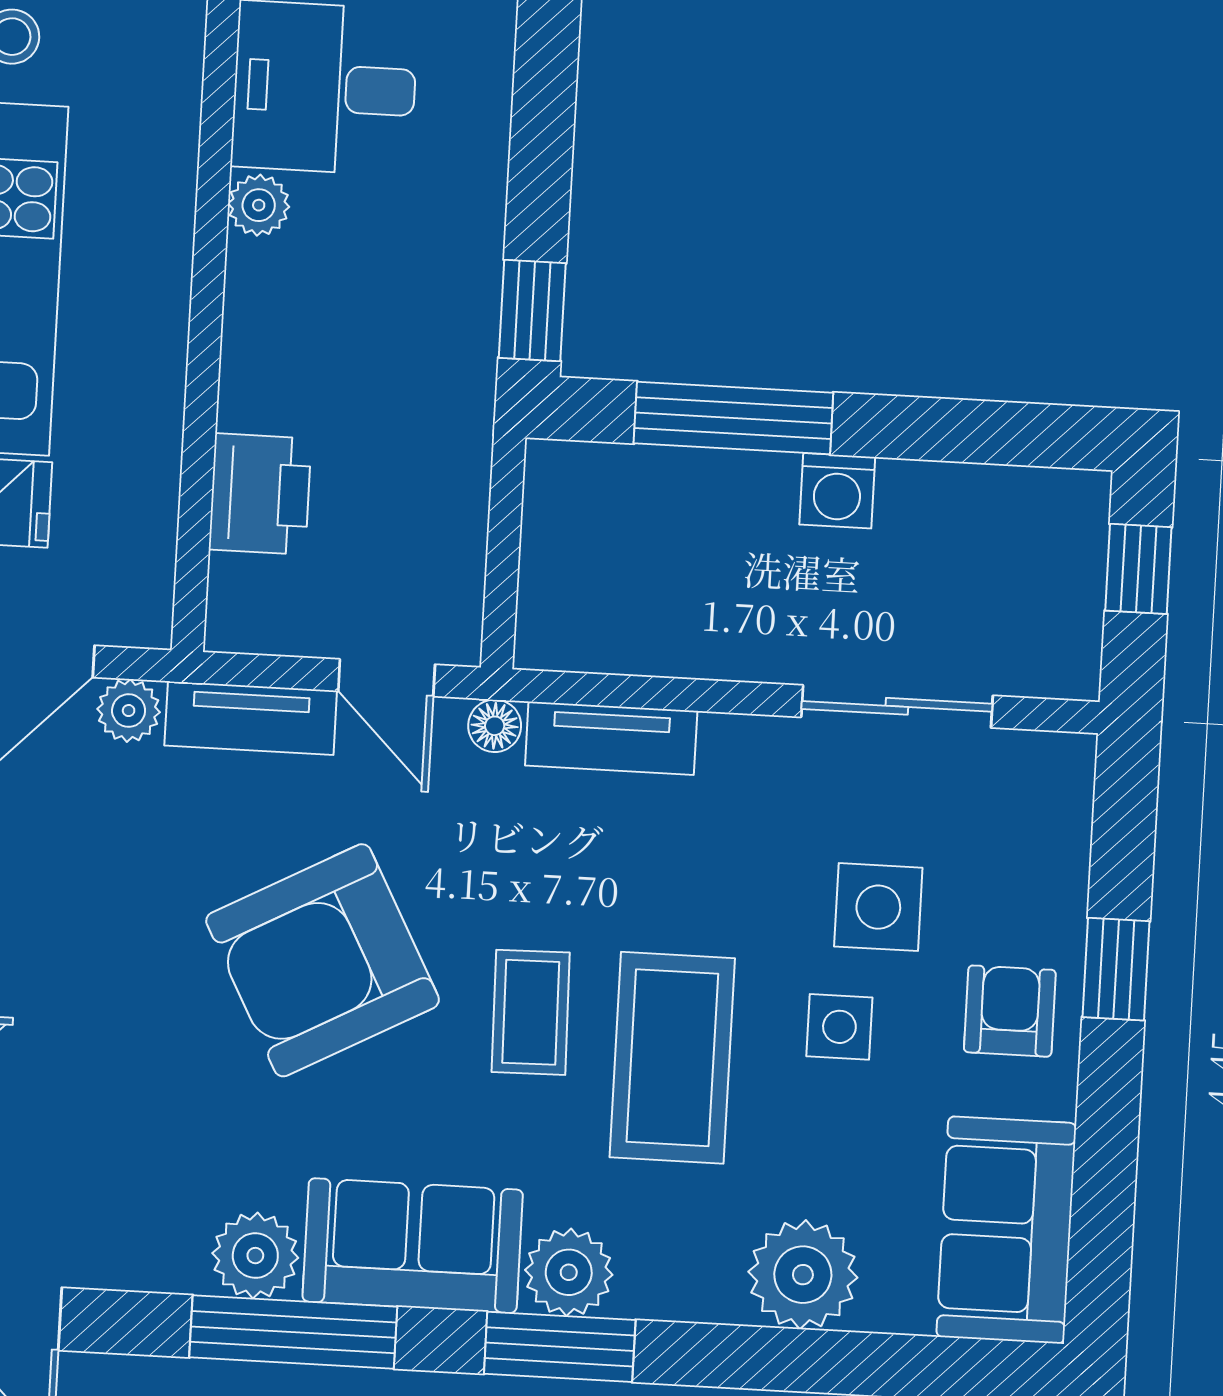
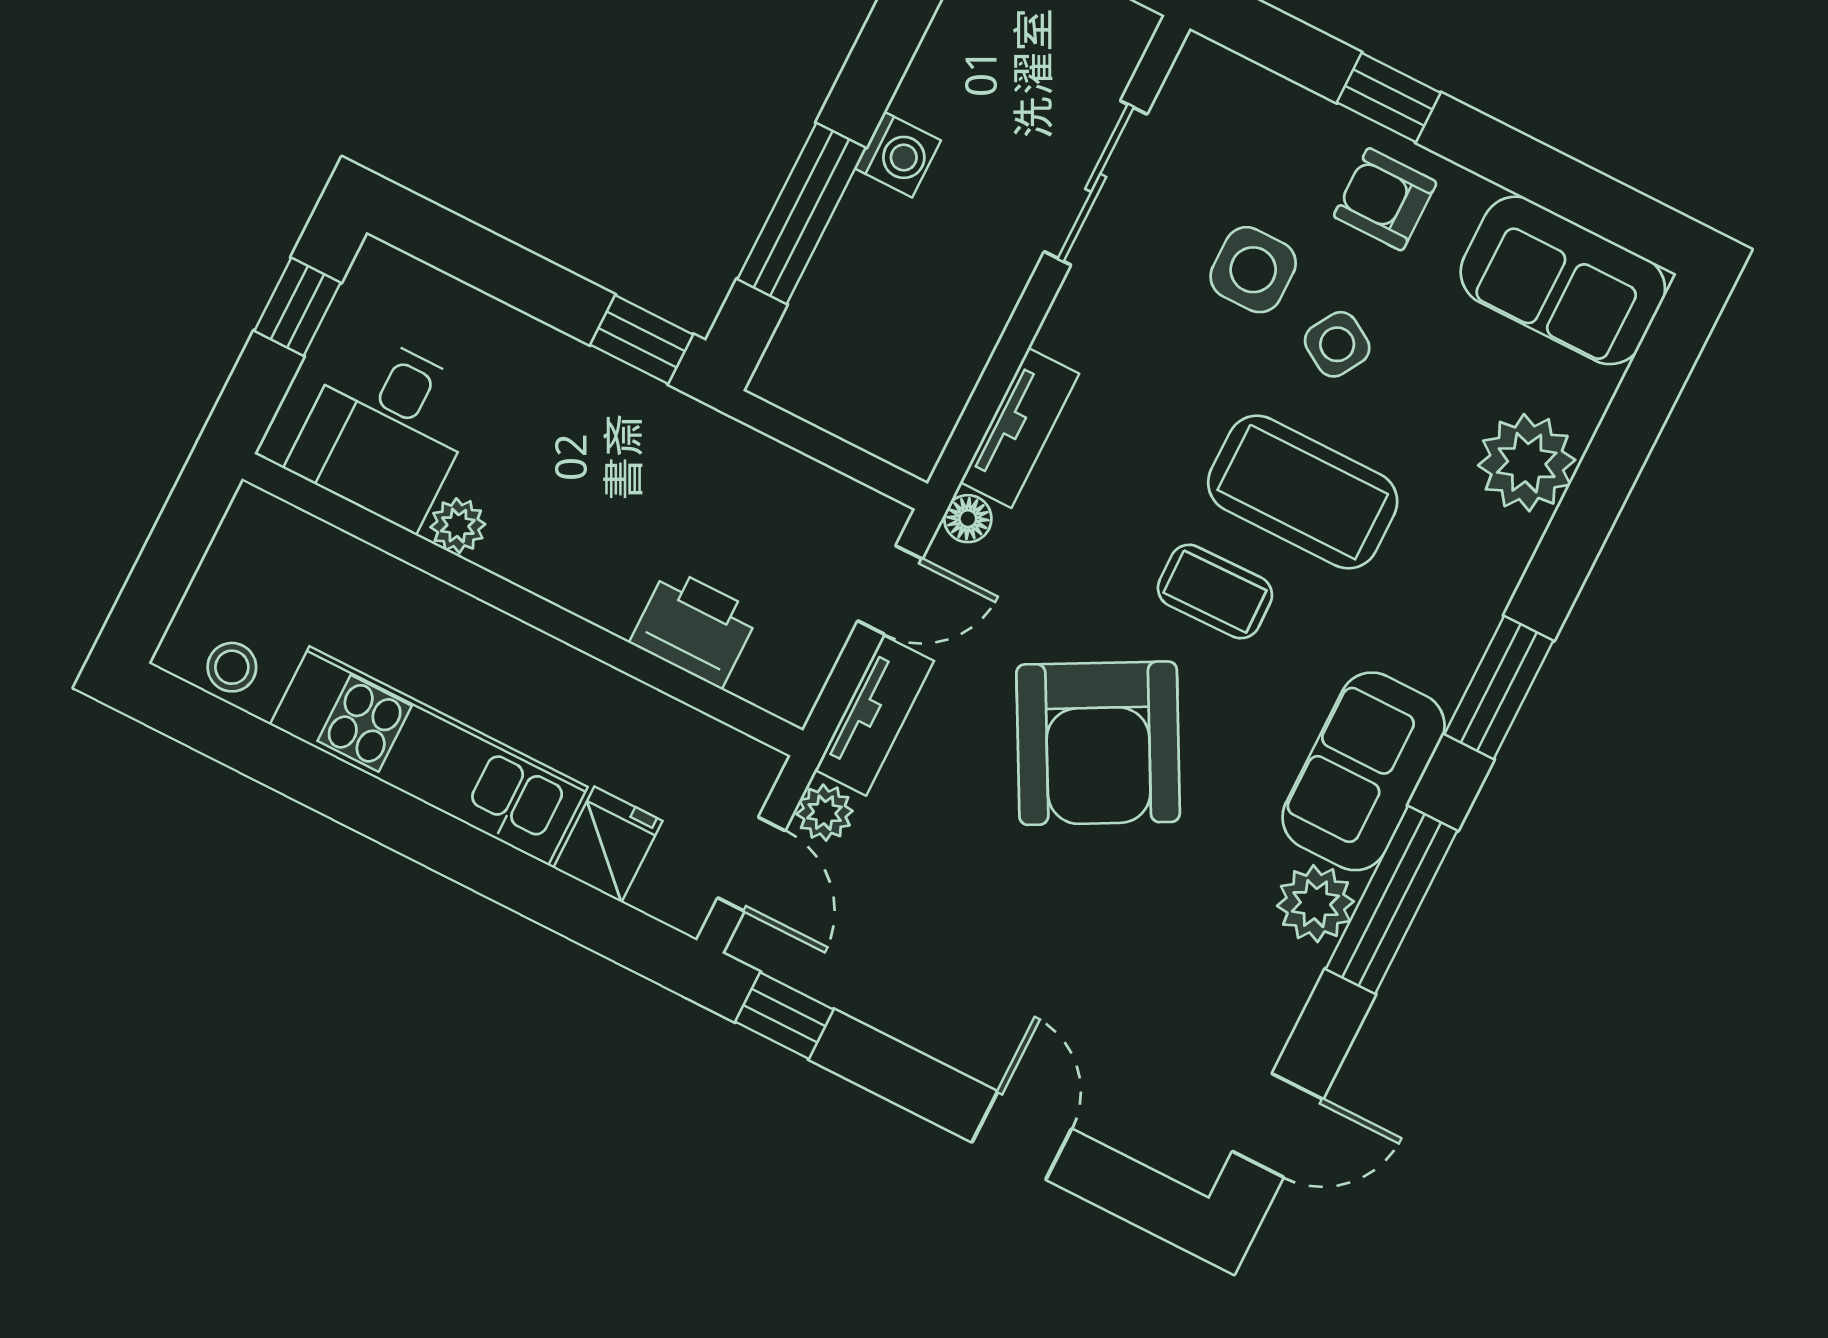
side table: (839, 1027) -> (1337, 344), turned 31
plant: (569, 1272) -> (1441, 653), removed

